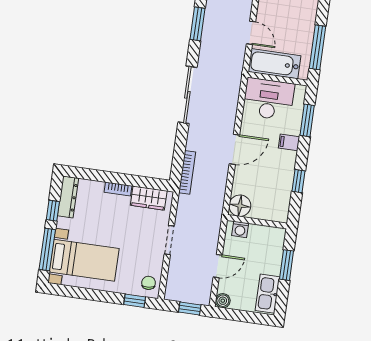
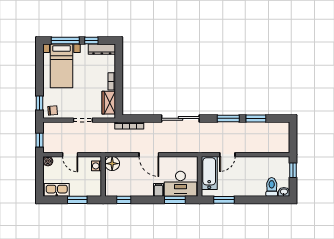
window: (318, 47) -> (224, 200), width x0.69
desk: (269, 99) -> (180, 184), moved, turned 90
window: (298, 181) -> (124, 200), moved

